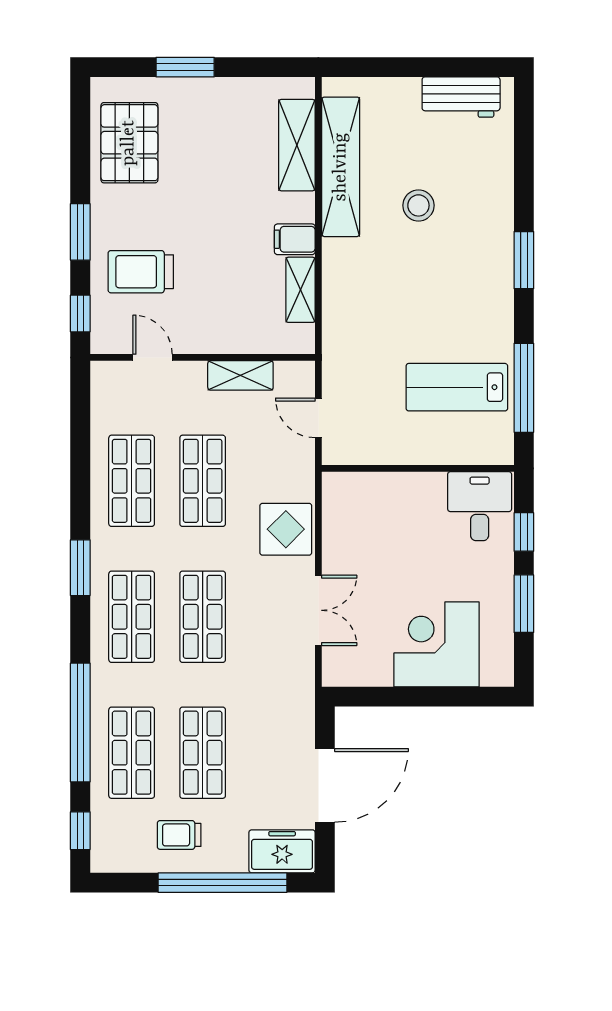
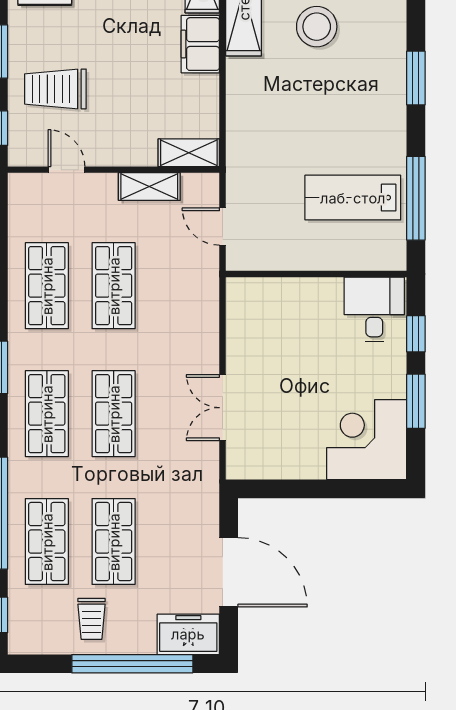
stool: (418, 205) -> (317, 27), width x1.38, depth x1.38
filing cabinet: (295, 239) -> (200, 44), width x2.00
shelving: (300, 290) -> (189, 153), moved, turned 90
display table: (286, 529) -> (192, 331), removed
double door: (318, 610) -> (223, 408), swing flipped
corner desk: (436, 644) -> (367, 440), moved
door: (325, 785) -> (229, 572), hinge flipped
trolley: (179, 835) -> (91, 619), turned -90

